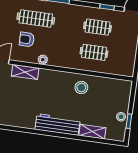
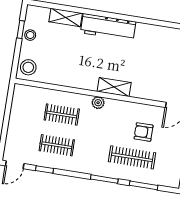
armchair: (27, 39) -> (144, 132), turned 180
plant: (43, 60) -> (98, 103), moved
shelving: (25, 72) -> (114, 87), moved
stool: (81, 87) -> (28, 67), moved

